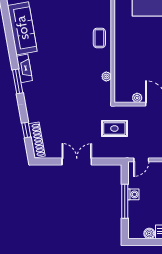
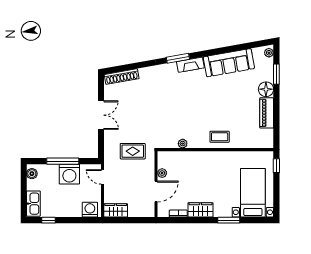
rug: (114, 128) -> (133, 151), turned 90
window: (26, 130) -> (131, 67), removed
washing machine: (133, 194) -> (69, 174), width x1.89, depth x1.89
boiler: (149, 233) -> (32, 174), moved

